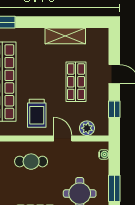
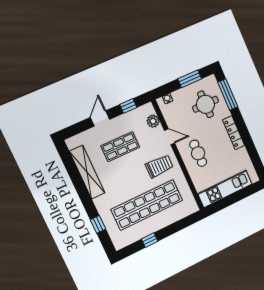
shelving: (65, 36) -> (87, 172), width x1.47
door: (63, 138) -> (170, 137), swing flipped

